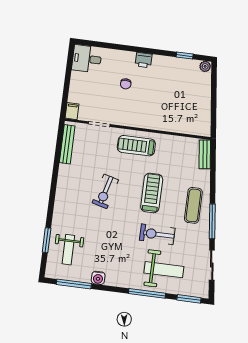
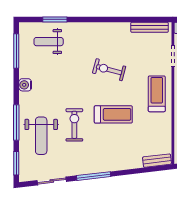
exercise mat: (193, 205) -> (107, 156), removed
water cooler: (98, 278) -> (25, 85), moved

